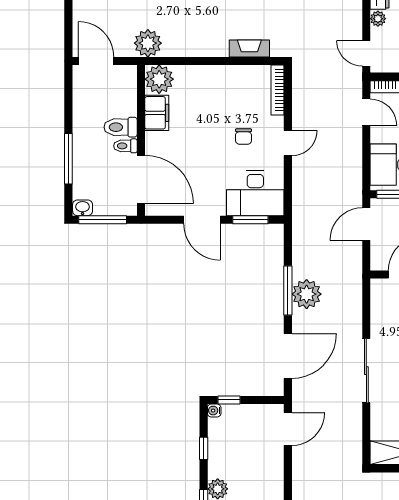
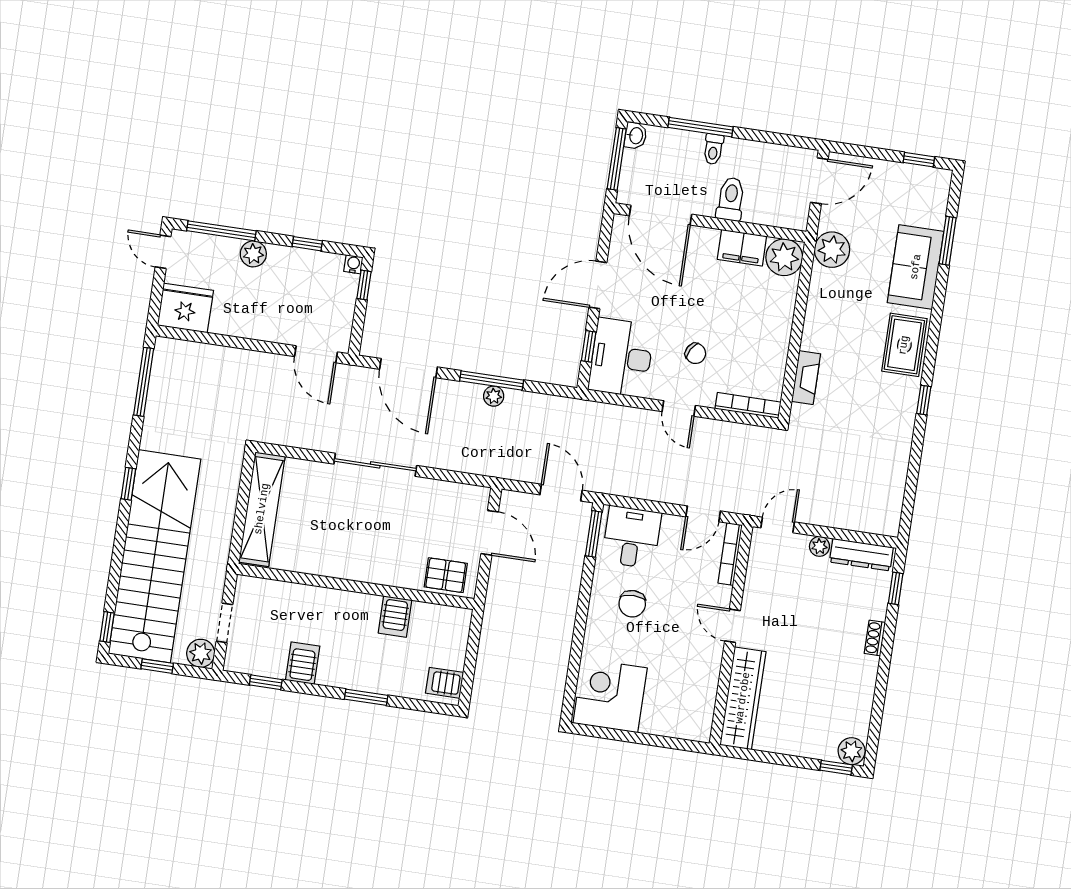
chair: (244, 136) -> (695, 353), turned -150
toilet: (125, 146) -> (713, 149), moved, turned 180
door: (141, 179) -> (660, 215), hinge flipped
window: (250, 220) -> (589, 346), width x0.67
plant: (307, 294) -> (494, 396), width x0.53, depth x0.53

